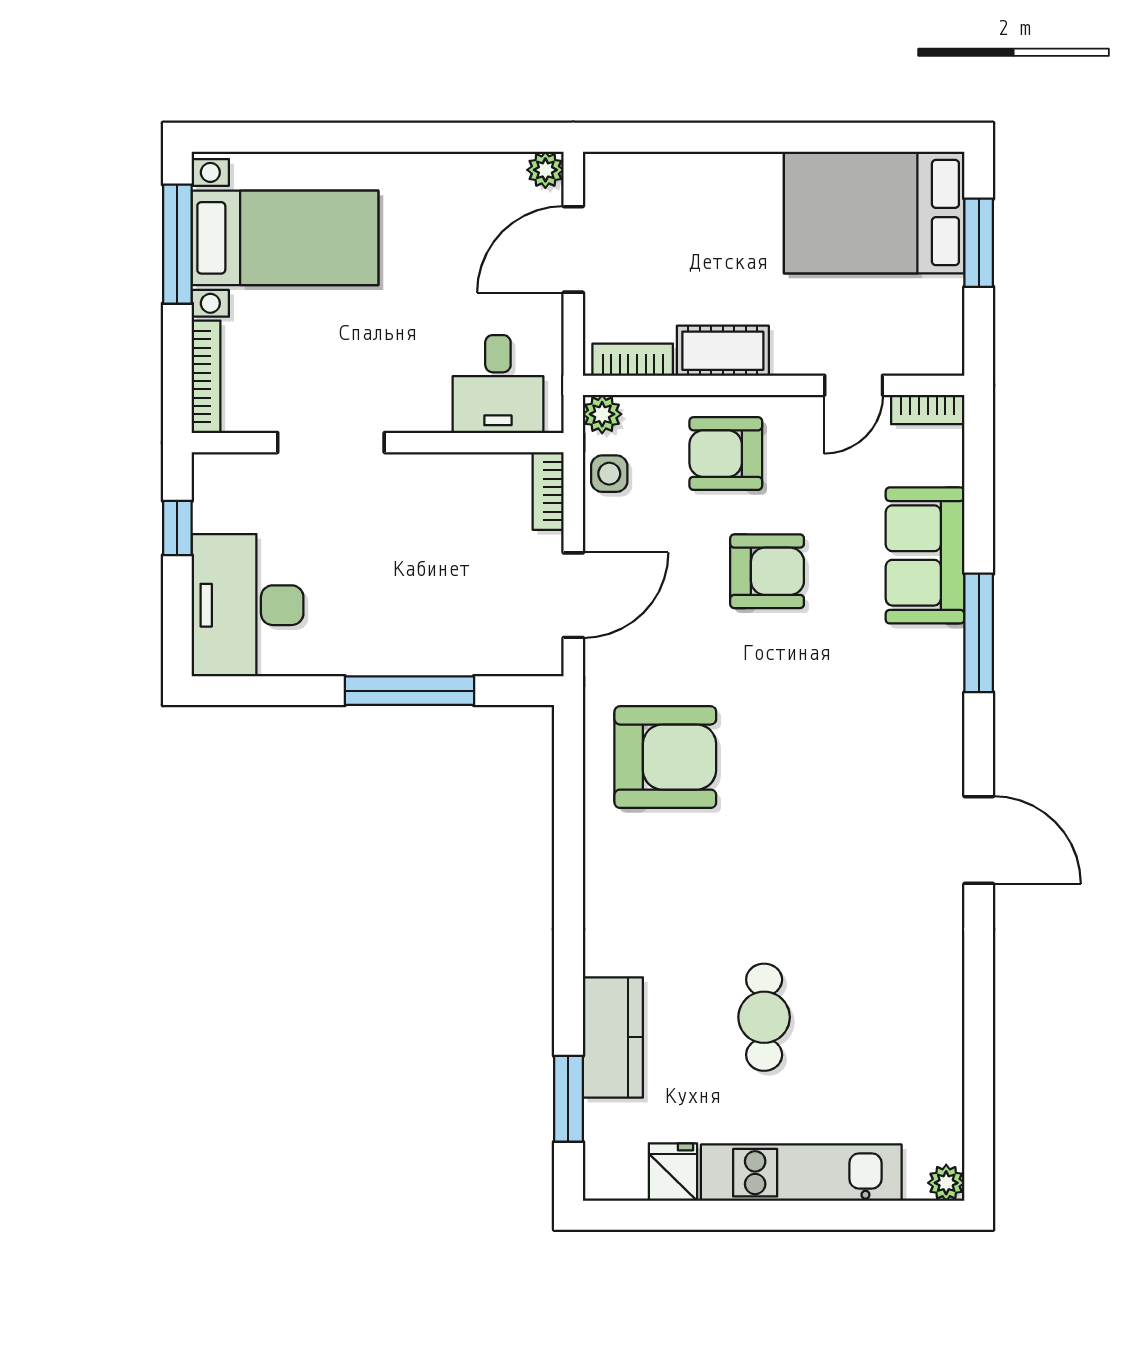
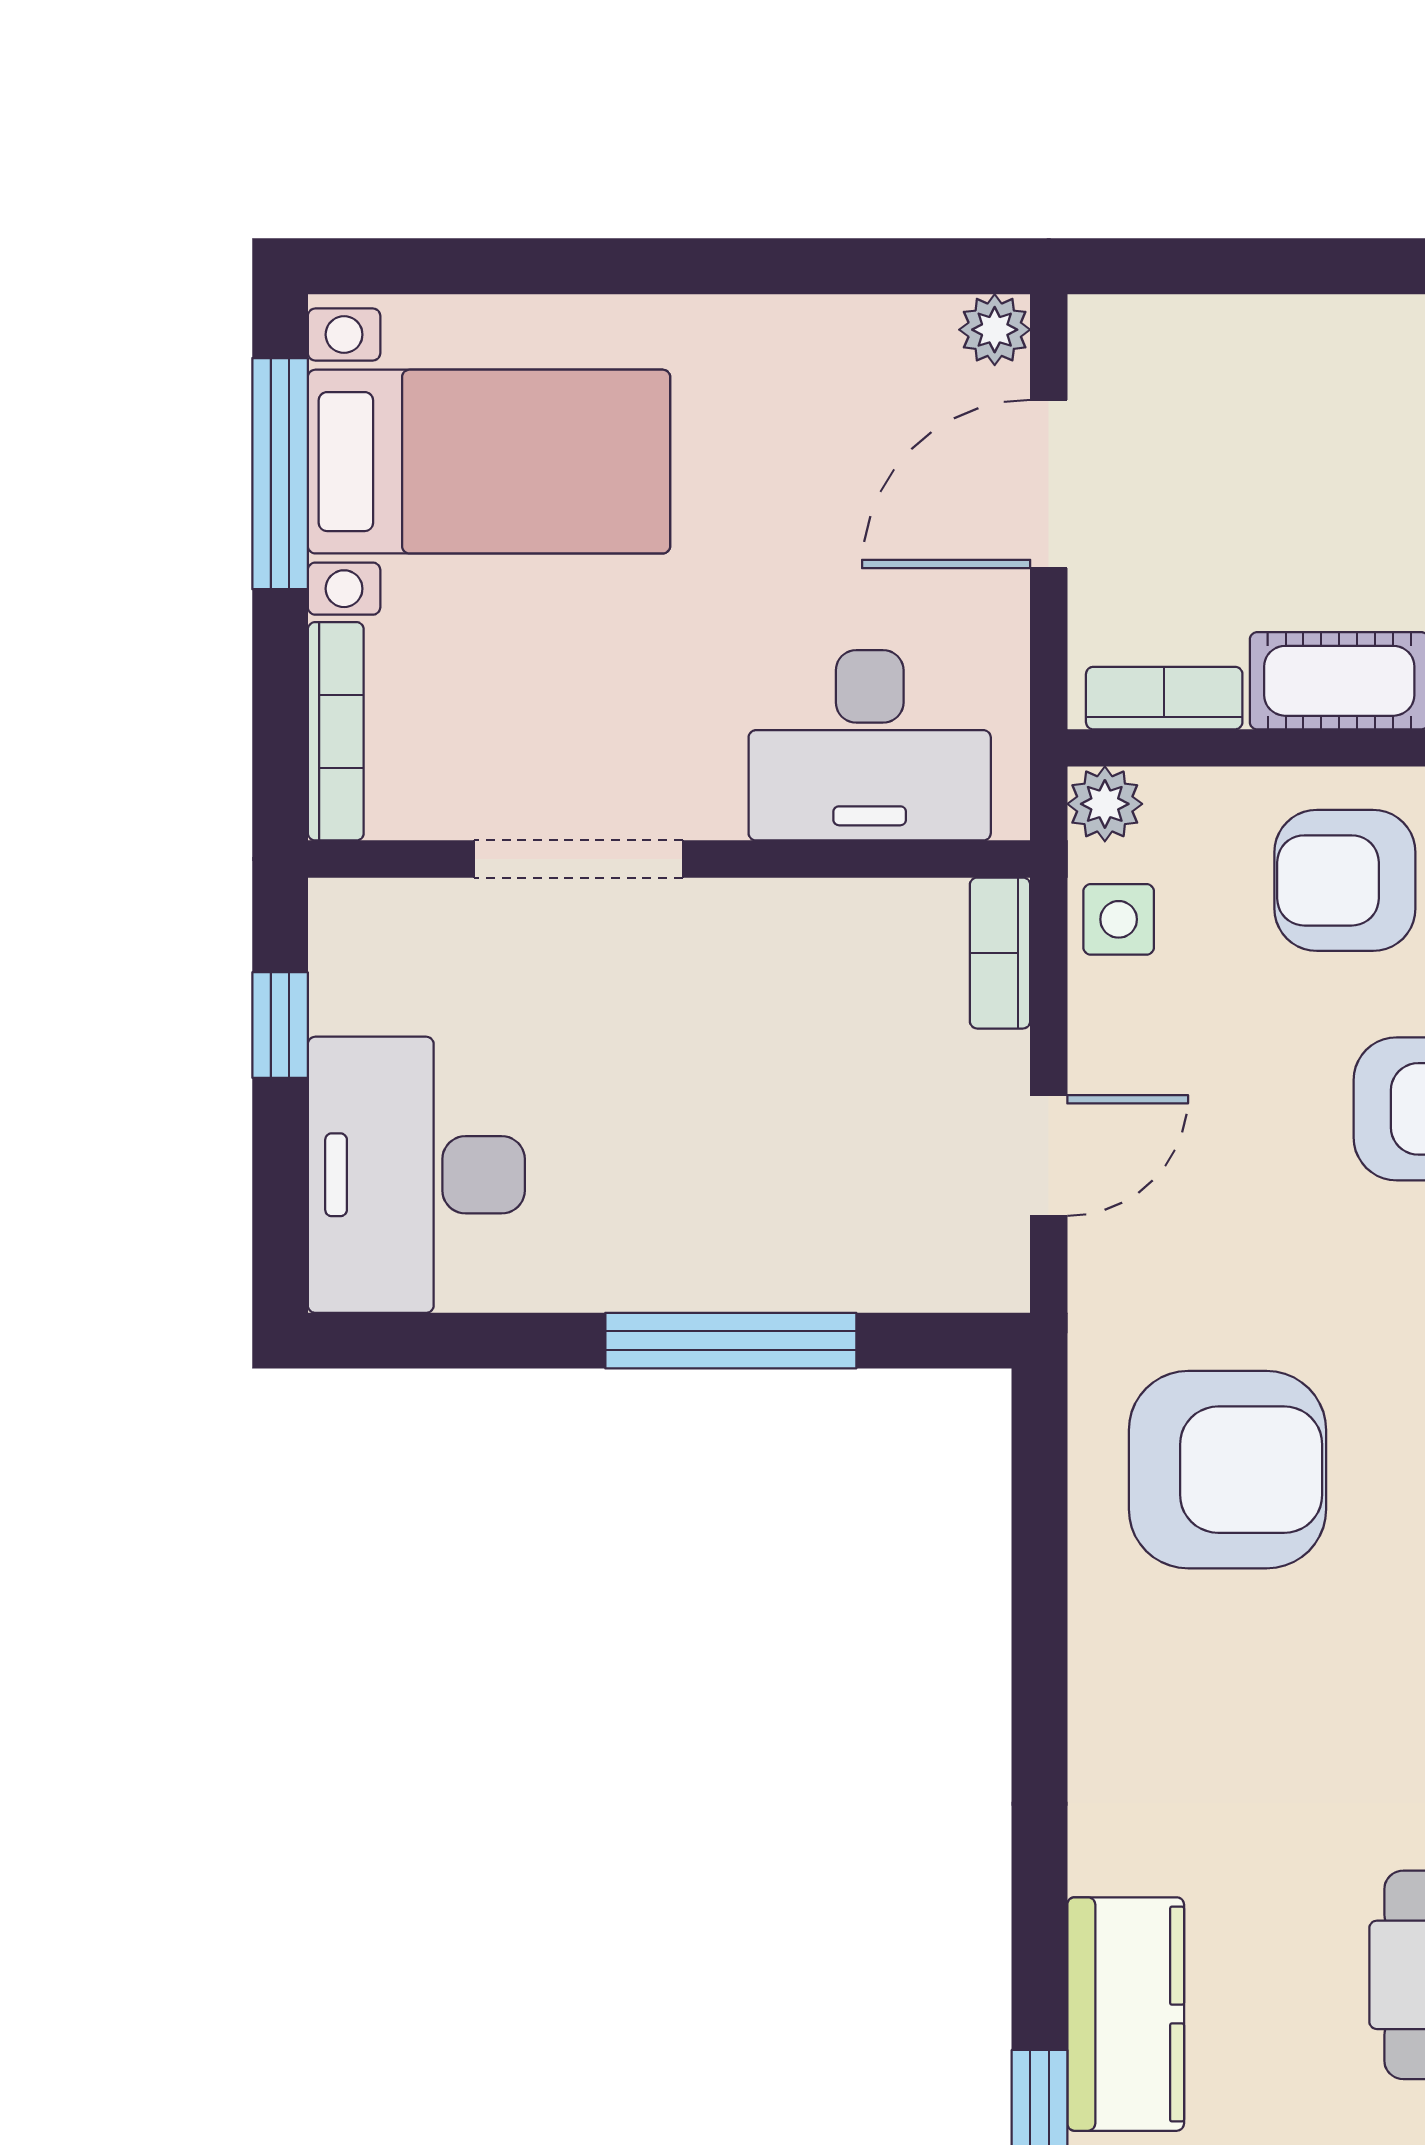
desk: (498, 384) -> (870, 745), width x1.37
door: (573, 595) -> (1049, 1155), width x0.73

